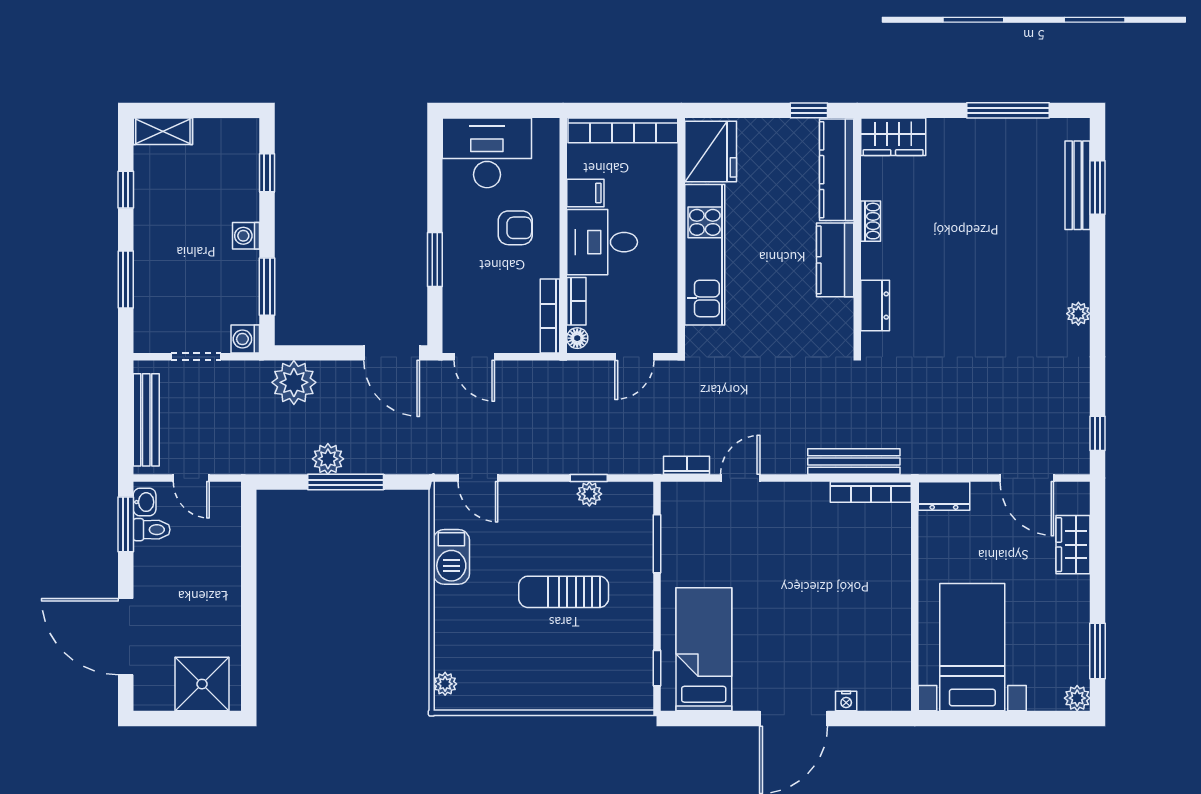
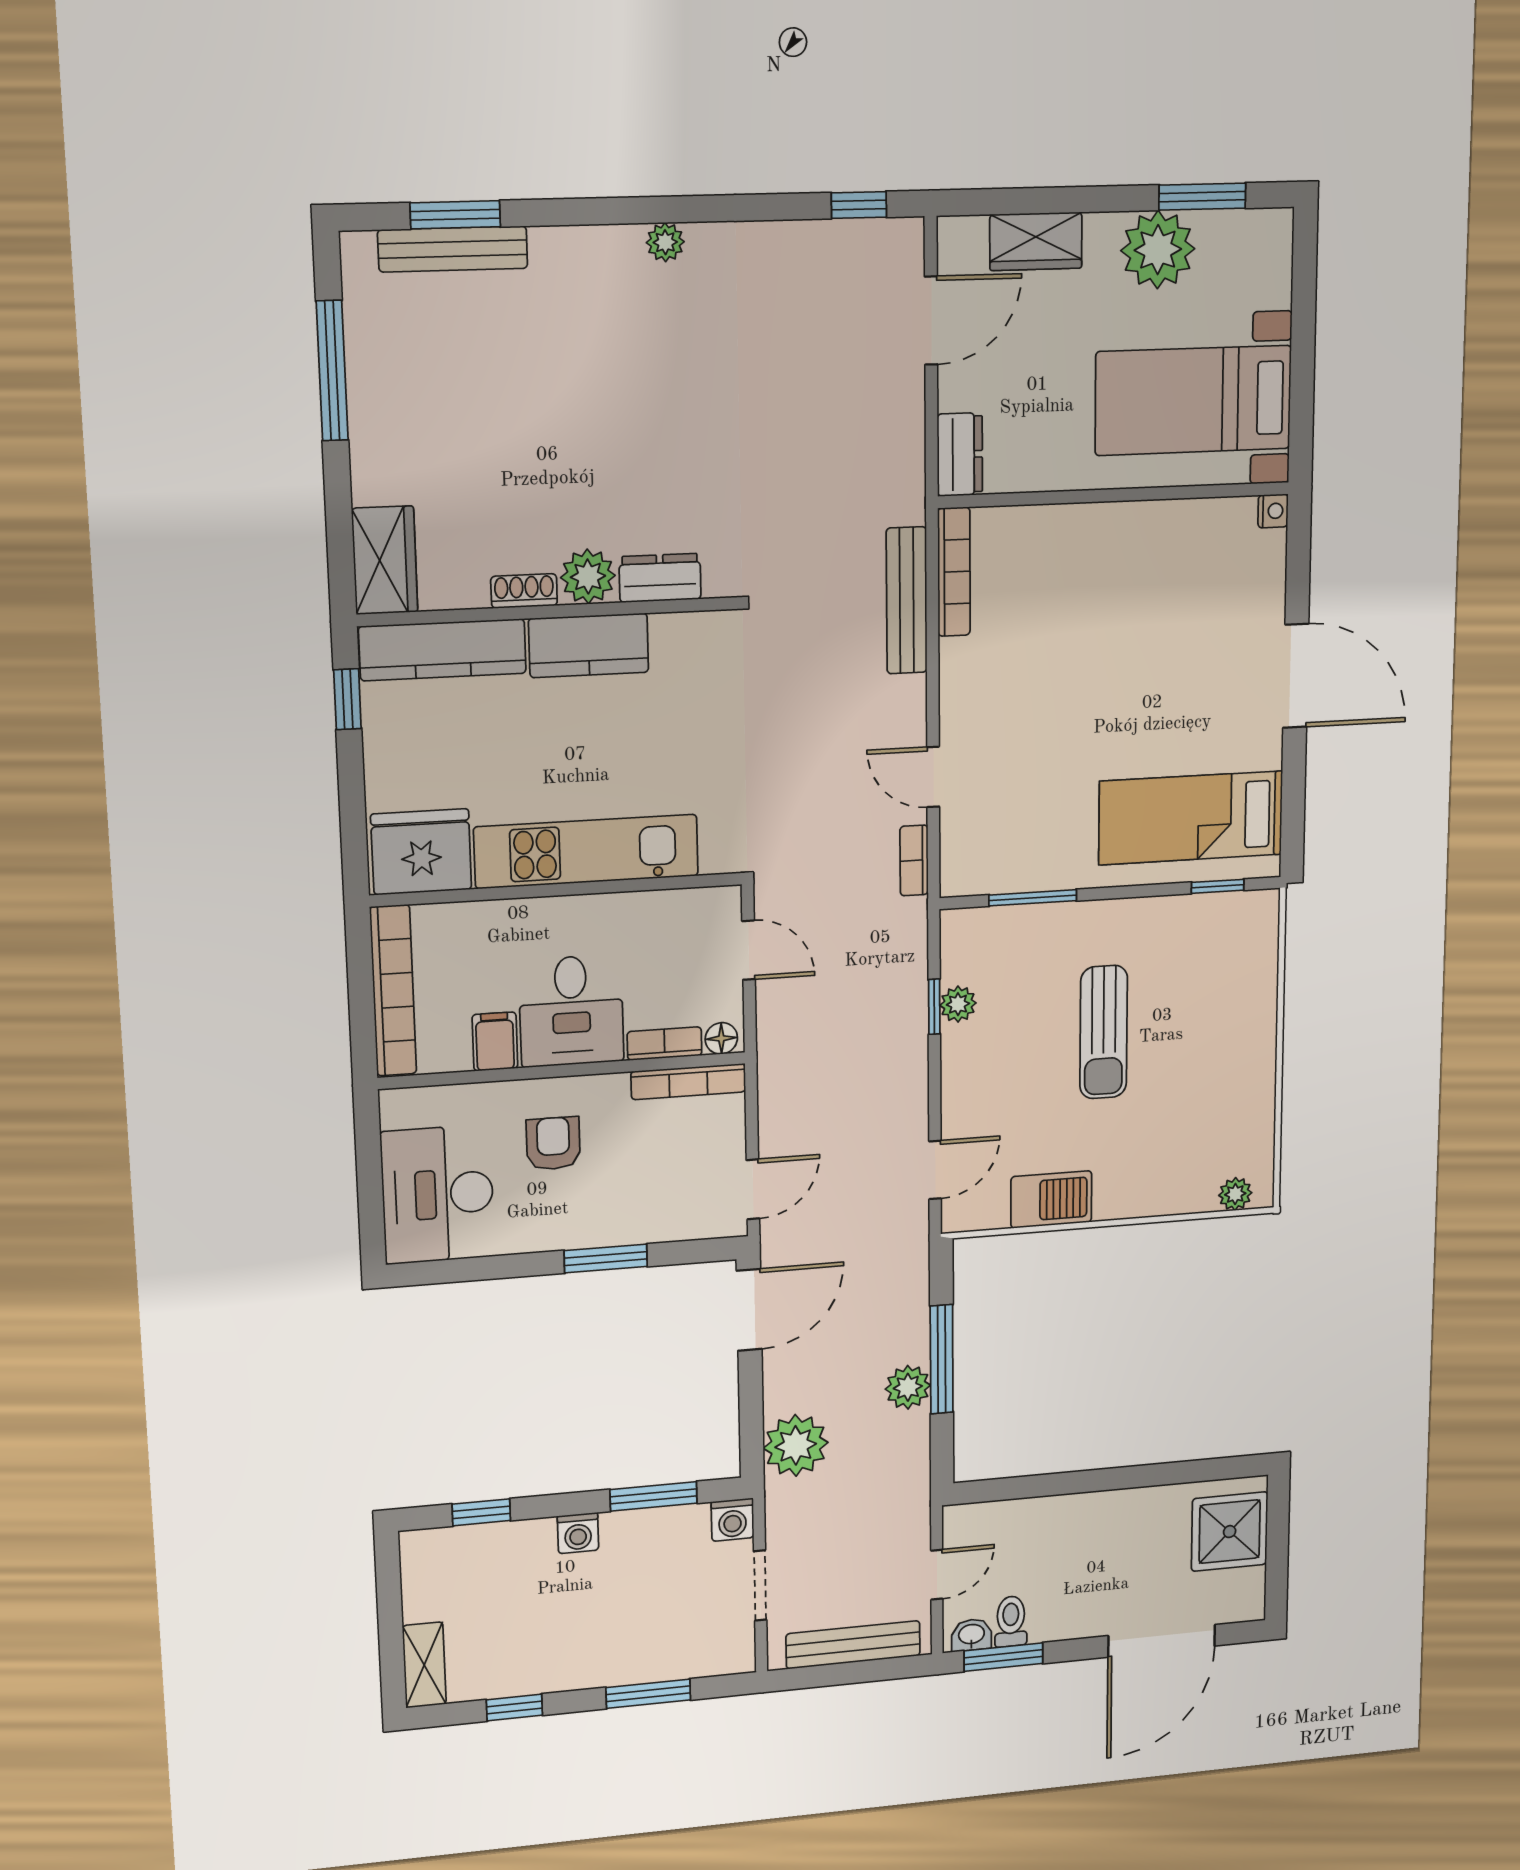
plant: (878, 261) -> (588, 576), added
plant: (1077, 698) -> (1158, 250), moved, width x1.87, depth x1.87
nightstand: (846, 701) -> (1273, 511), moved

